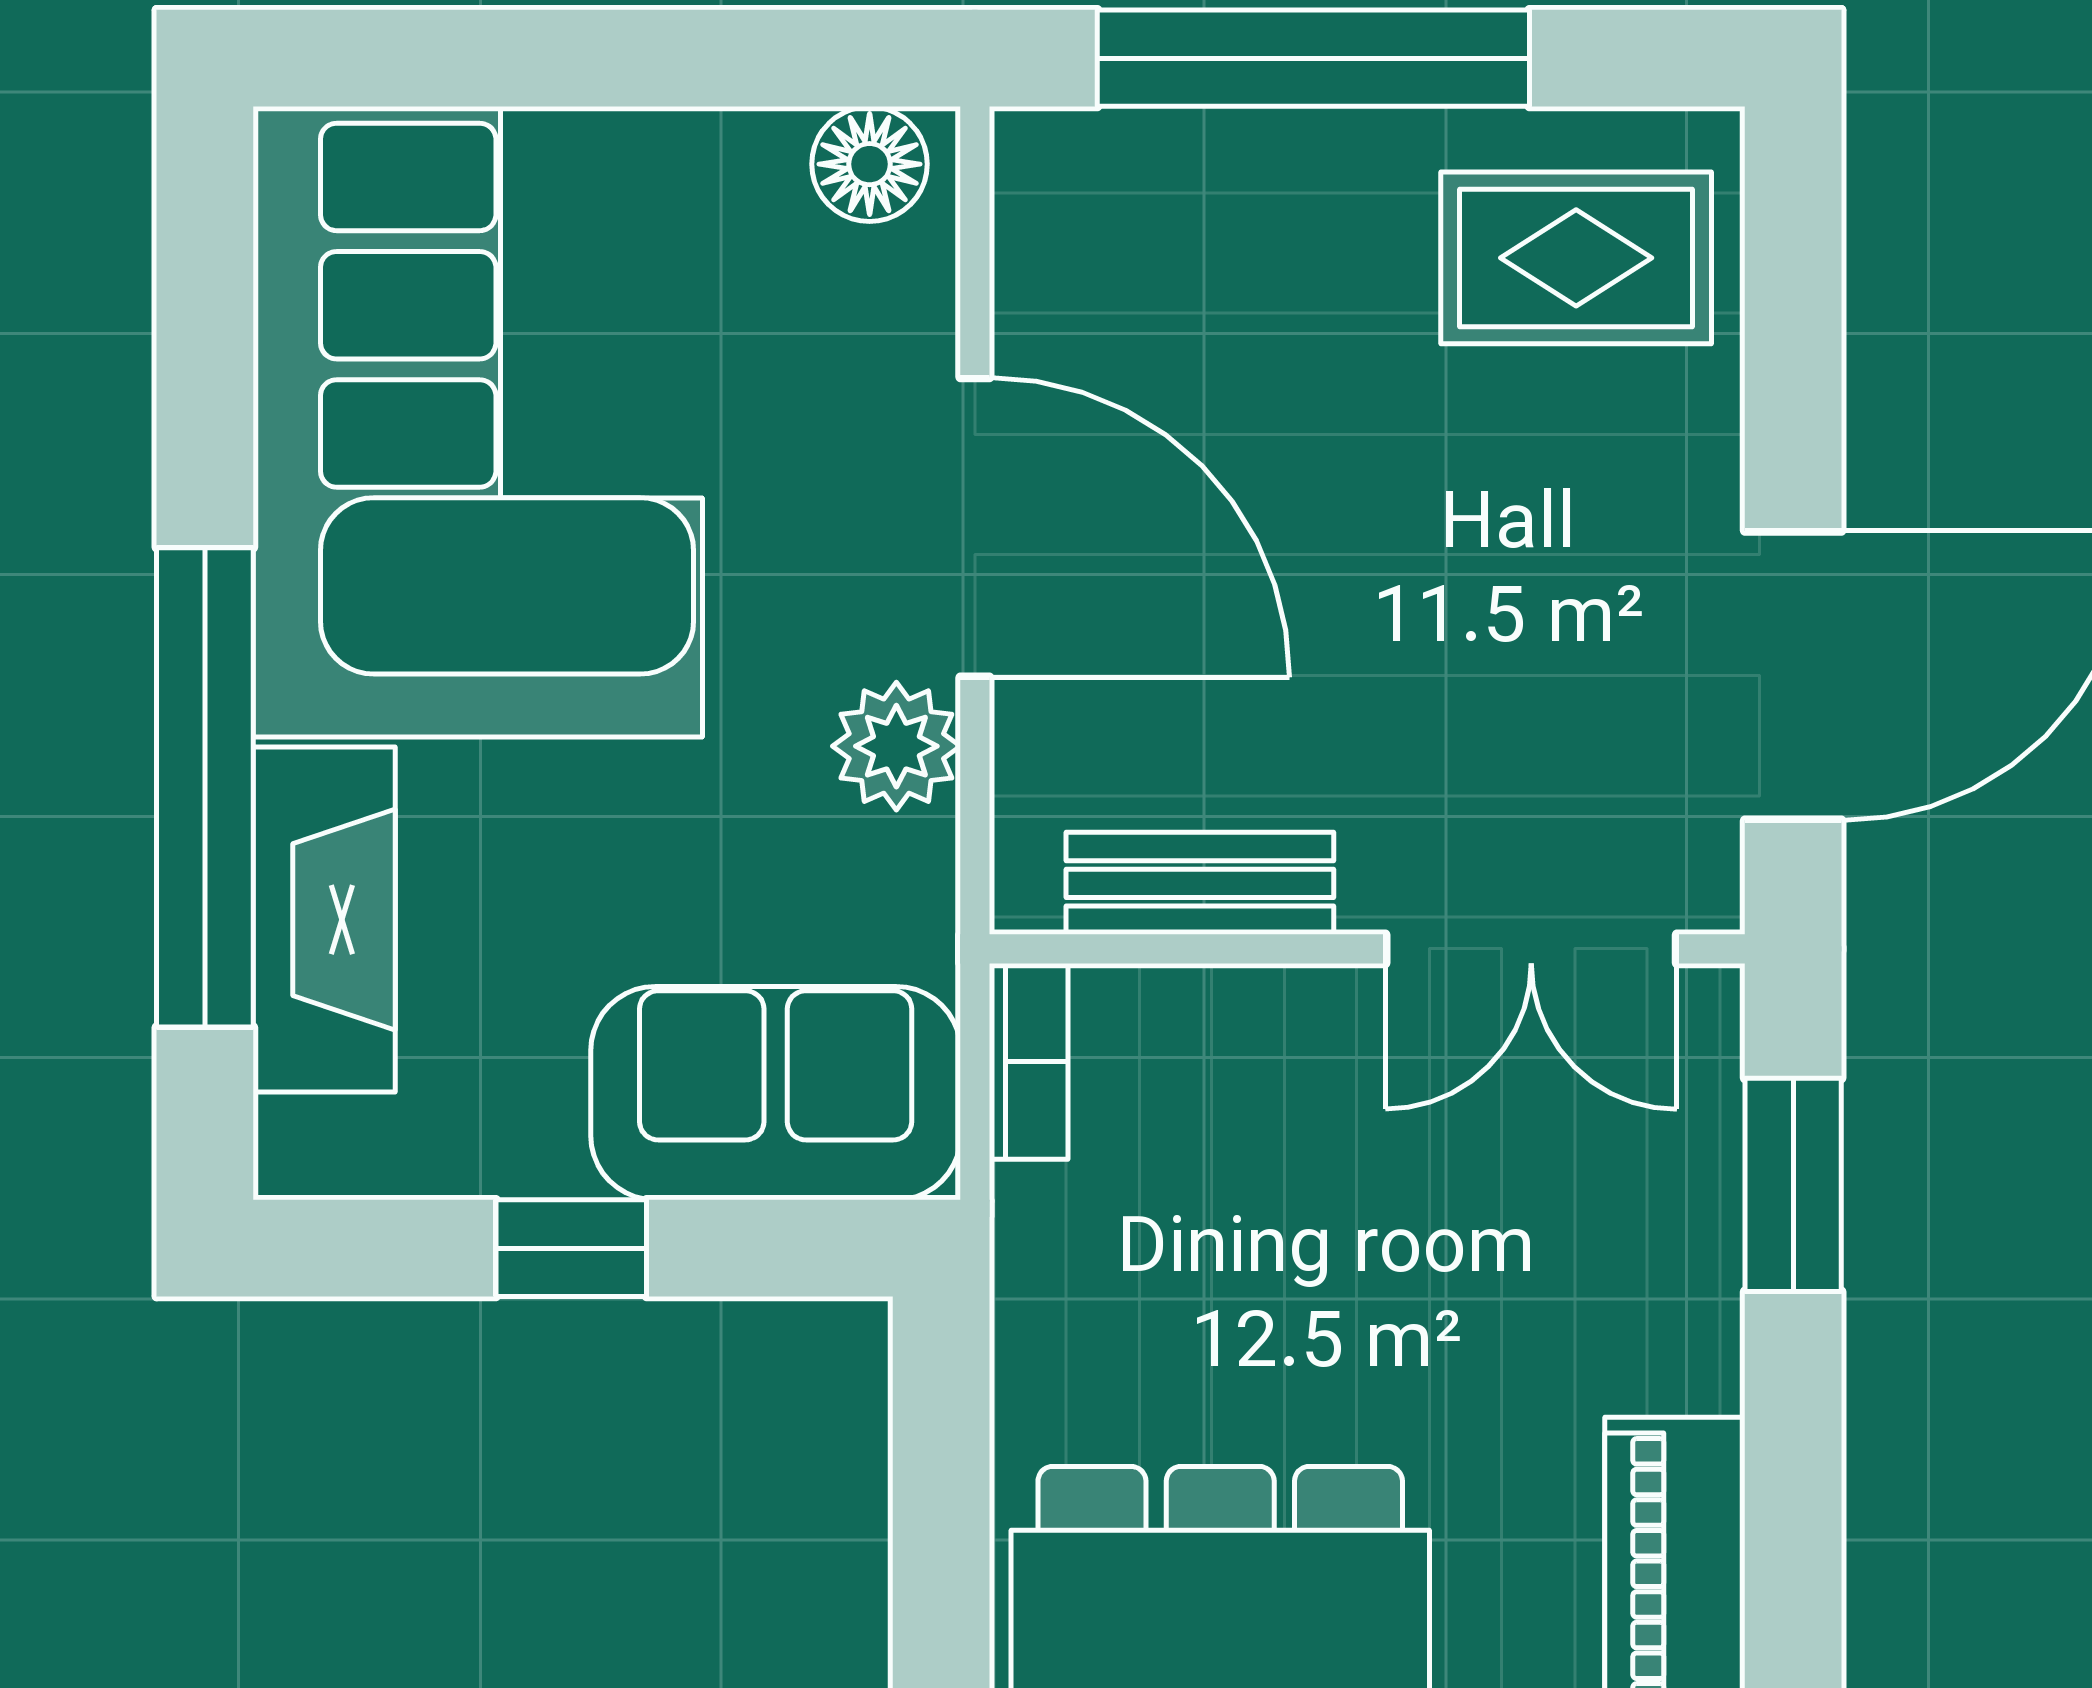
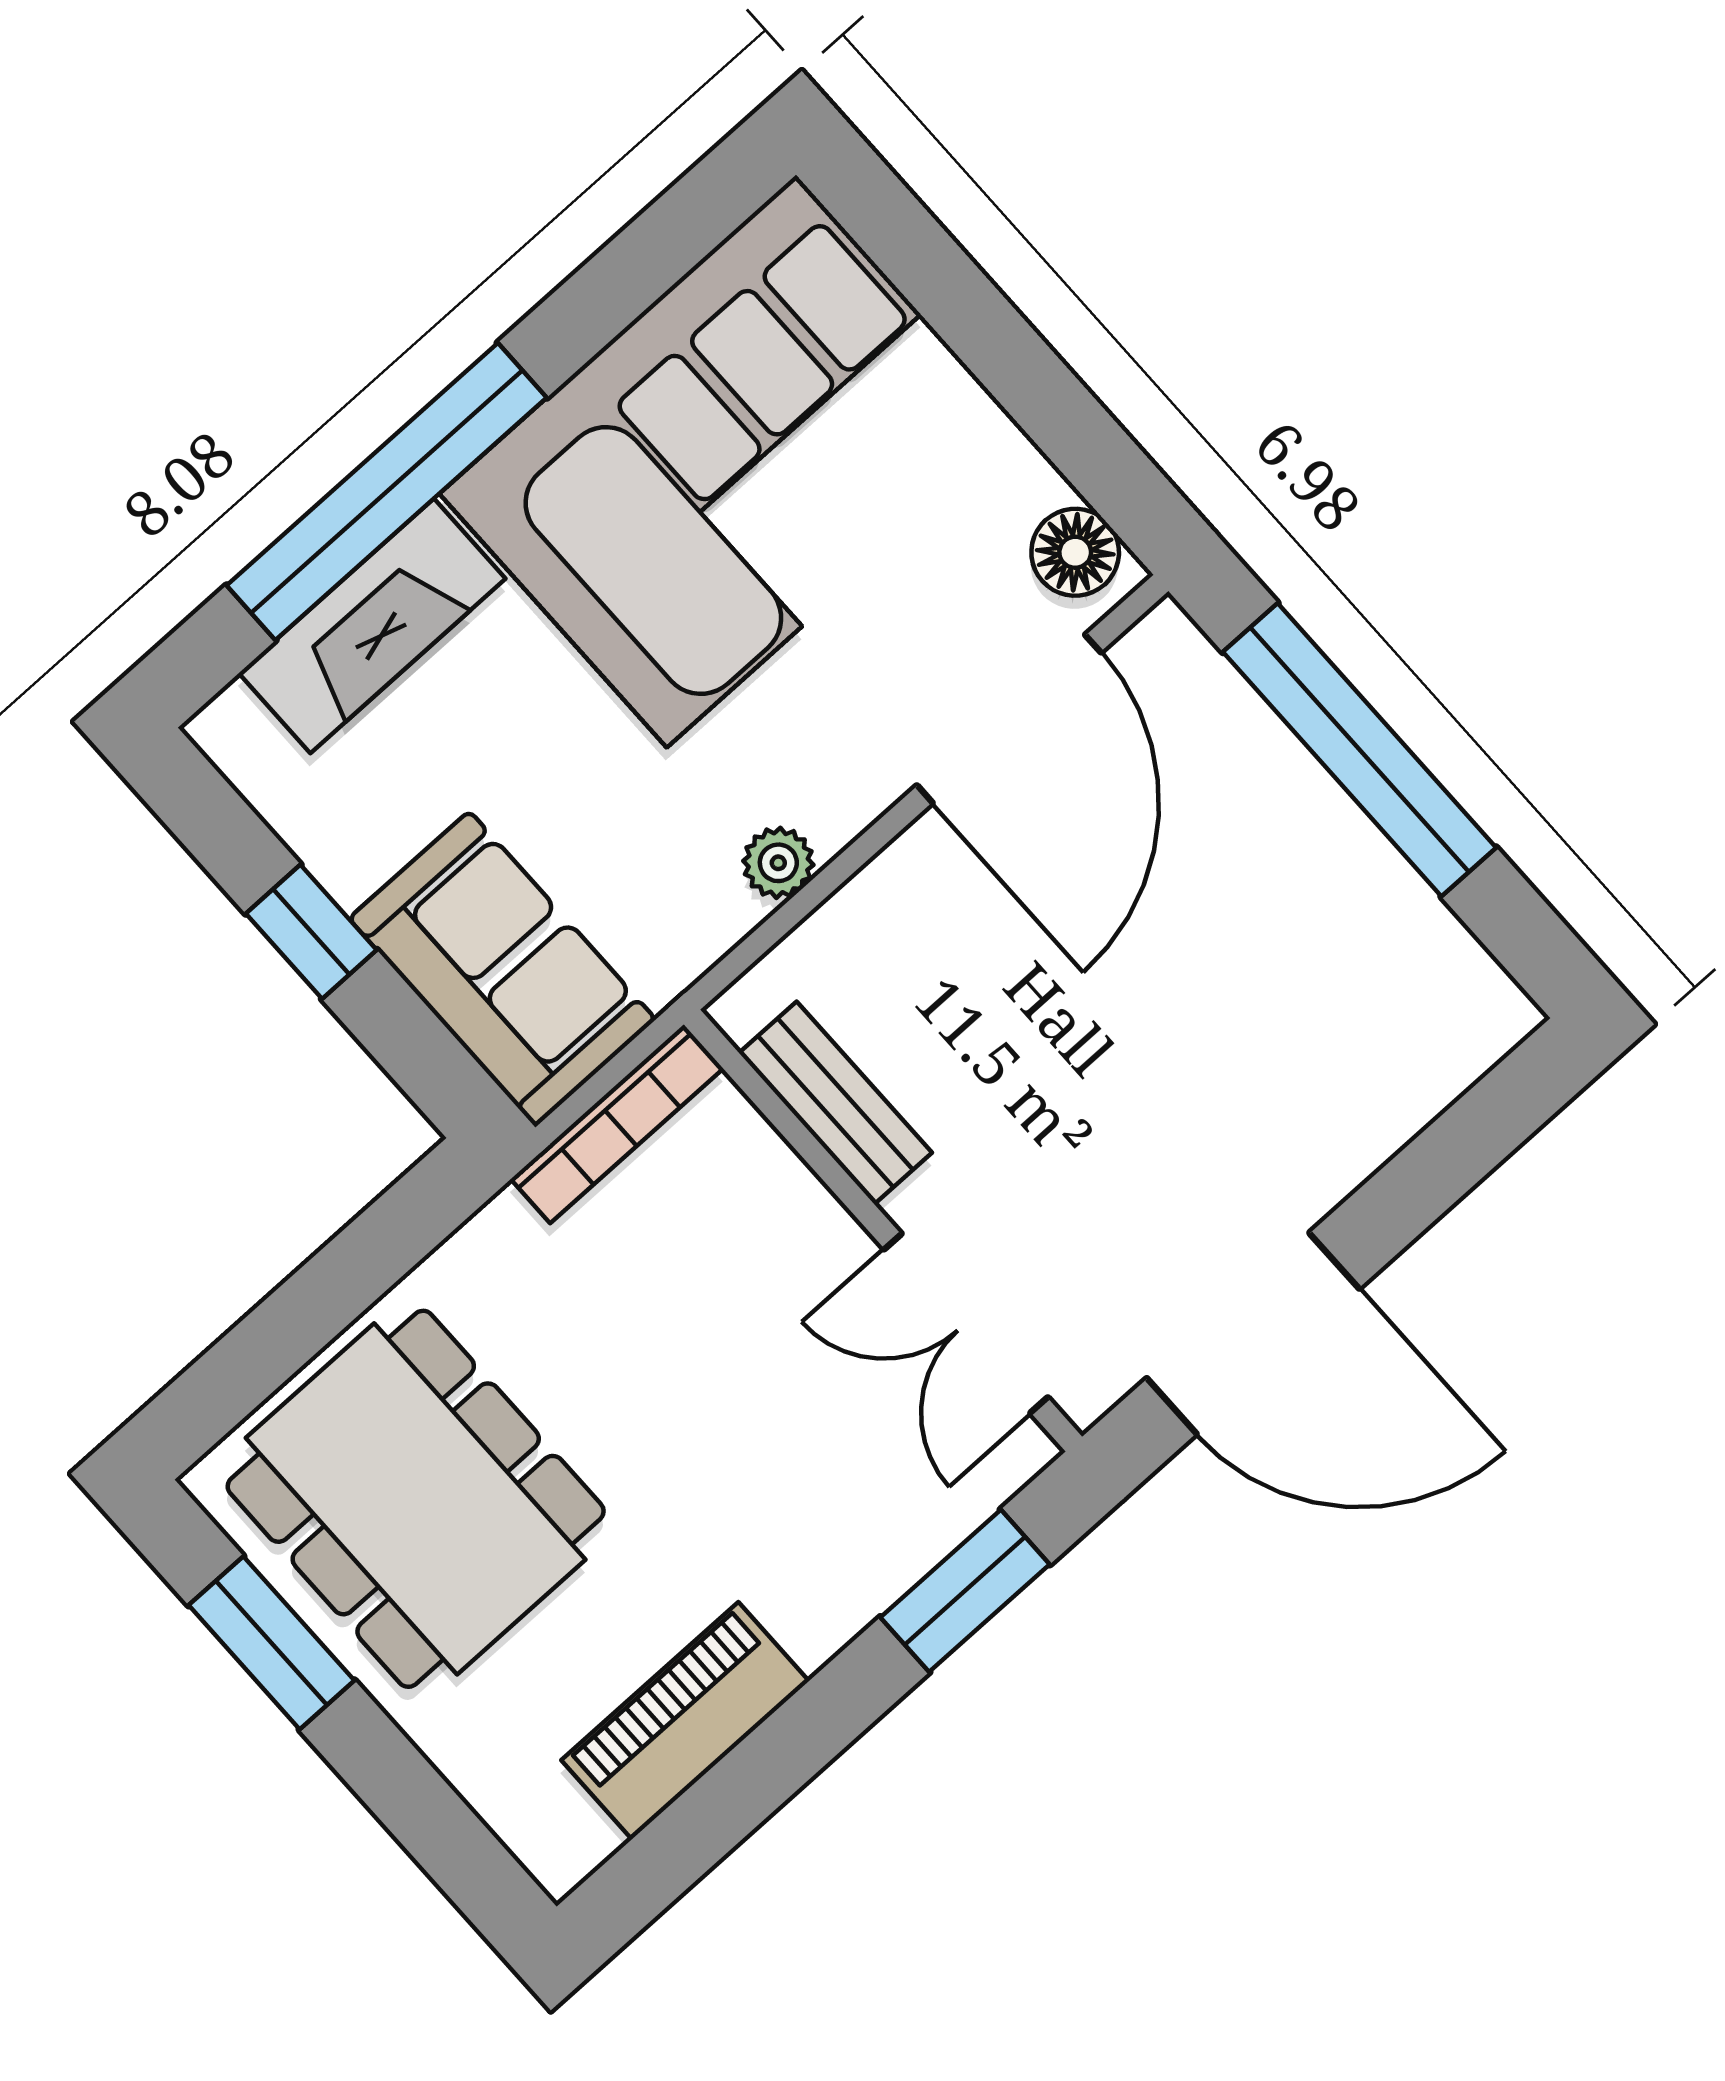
rug: (1576, 258) -> (1379, 999), removed
door: (975, 527) -> (1009, 719), moved
plant: (896, 746) -> (778, 863), width x0.73, depth x0.73
bookcase: (1029, 1061) -> (617, 1124), width x1.56

